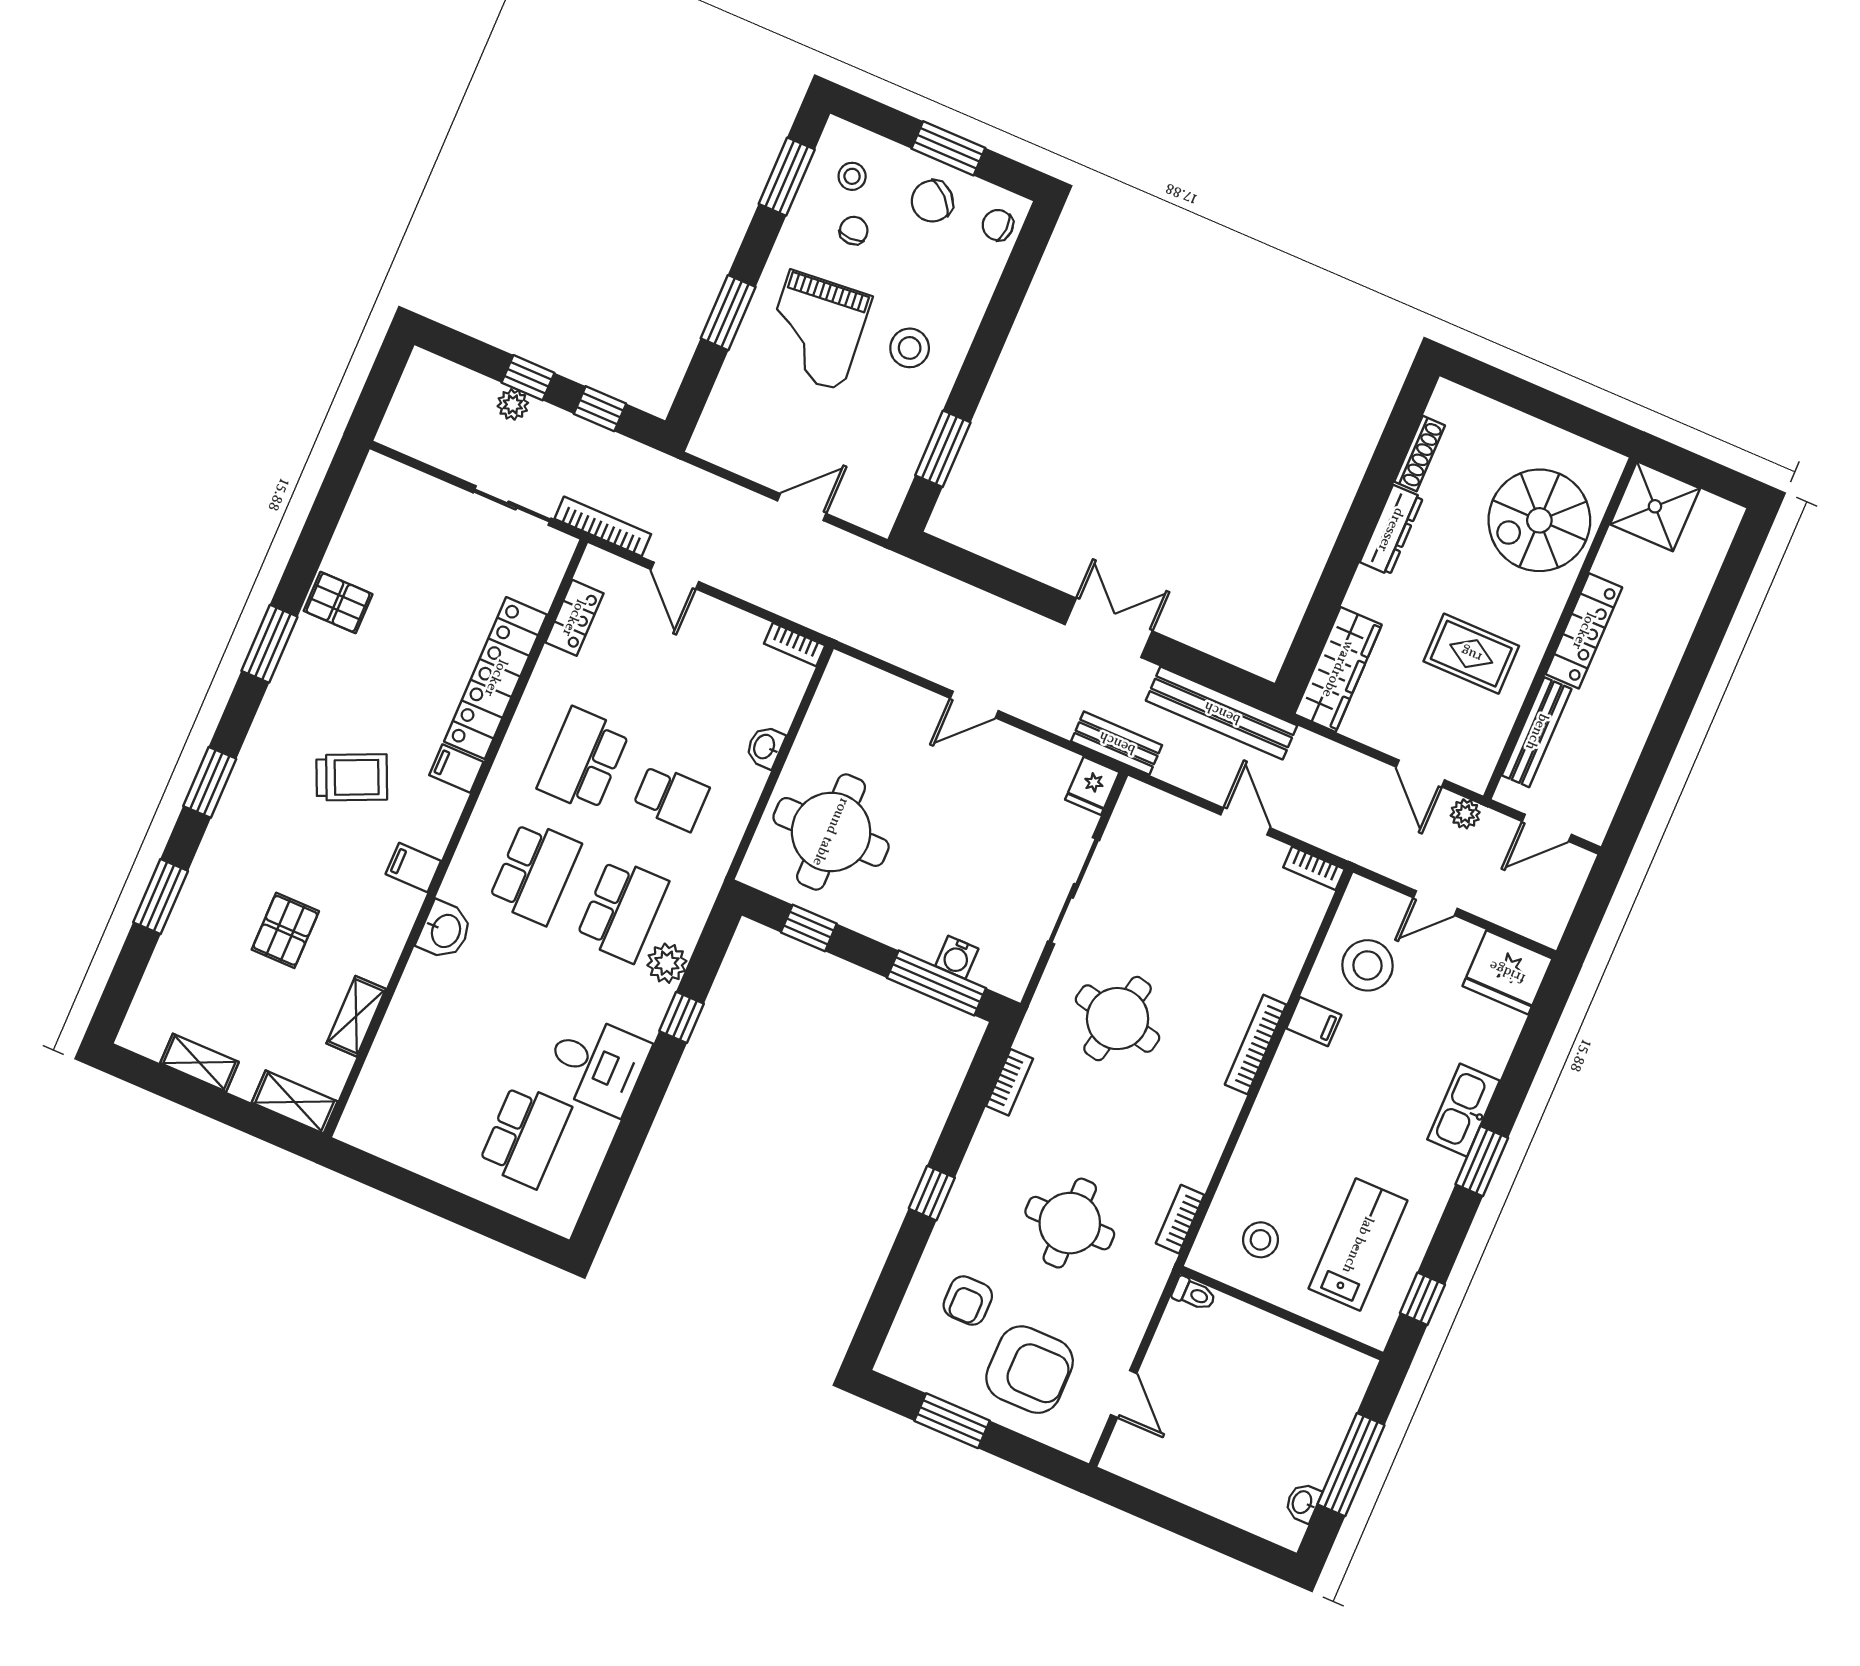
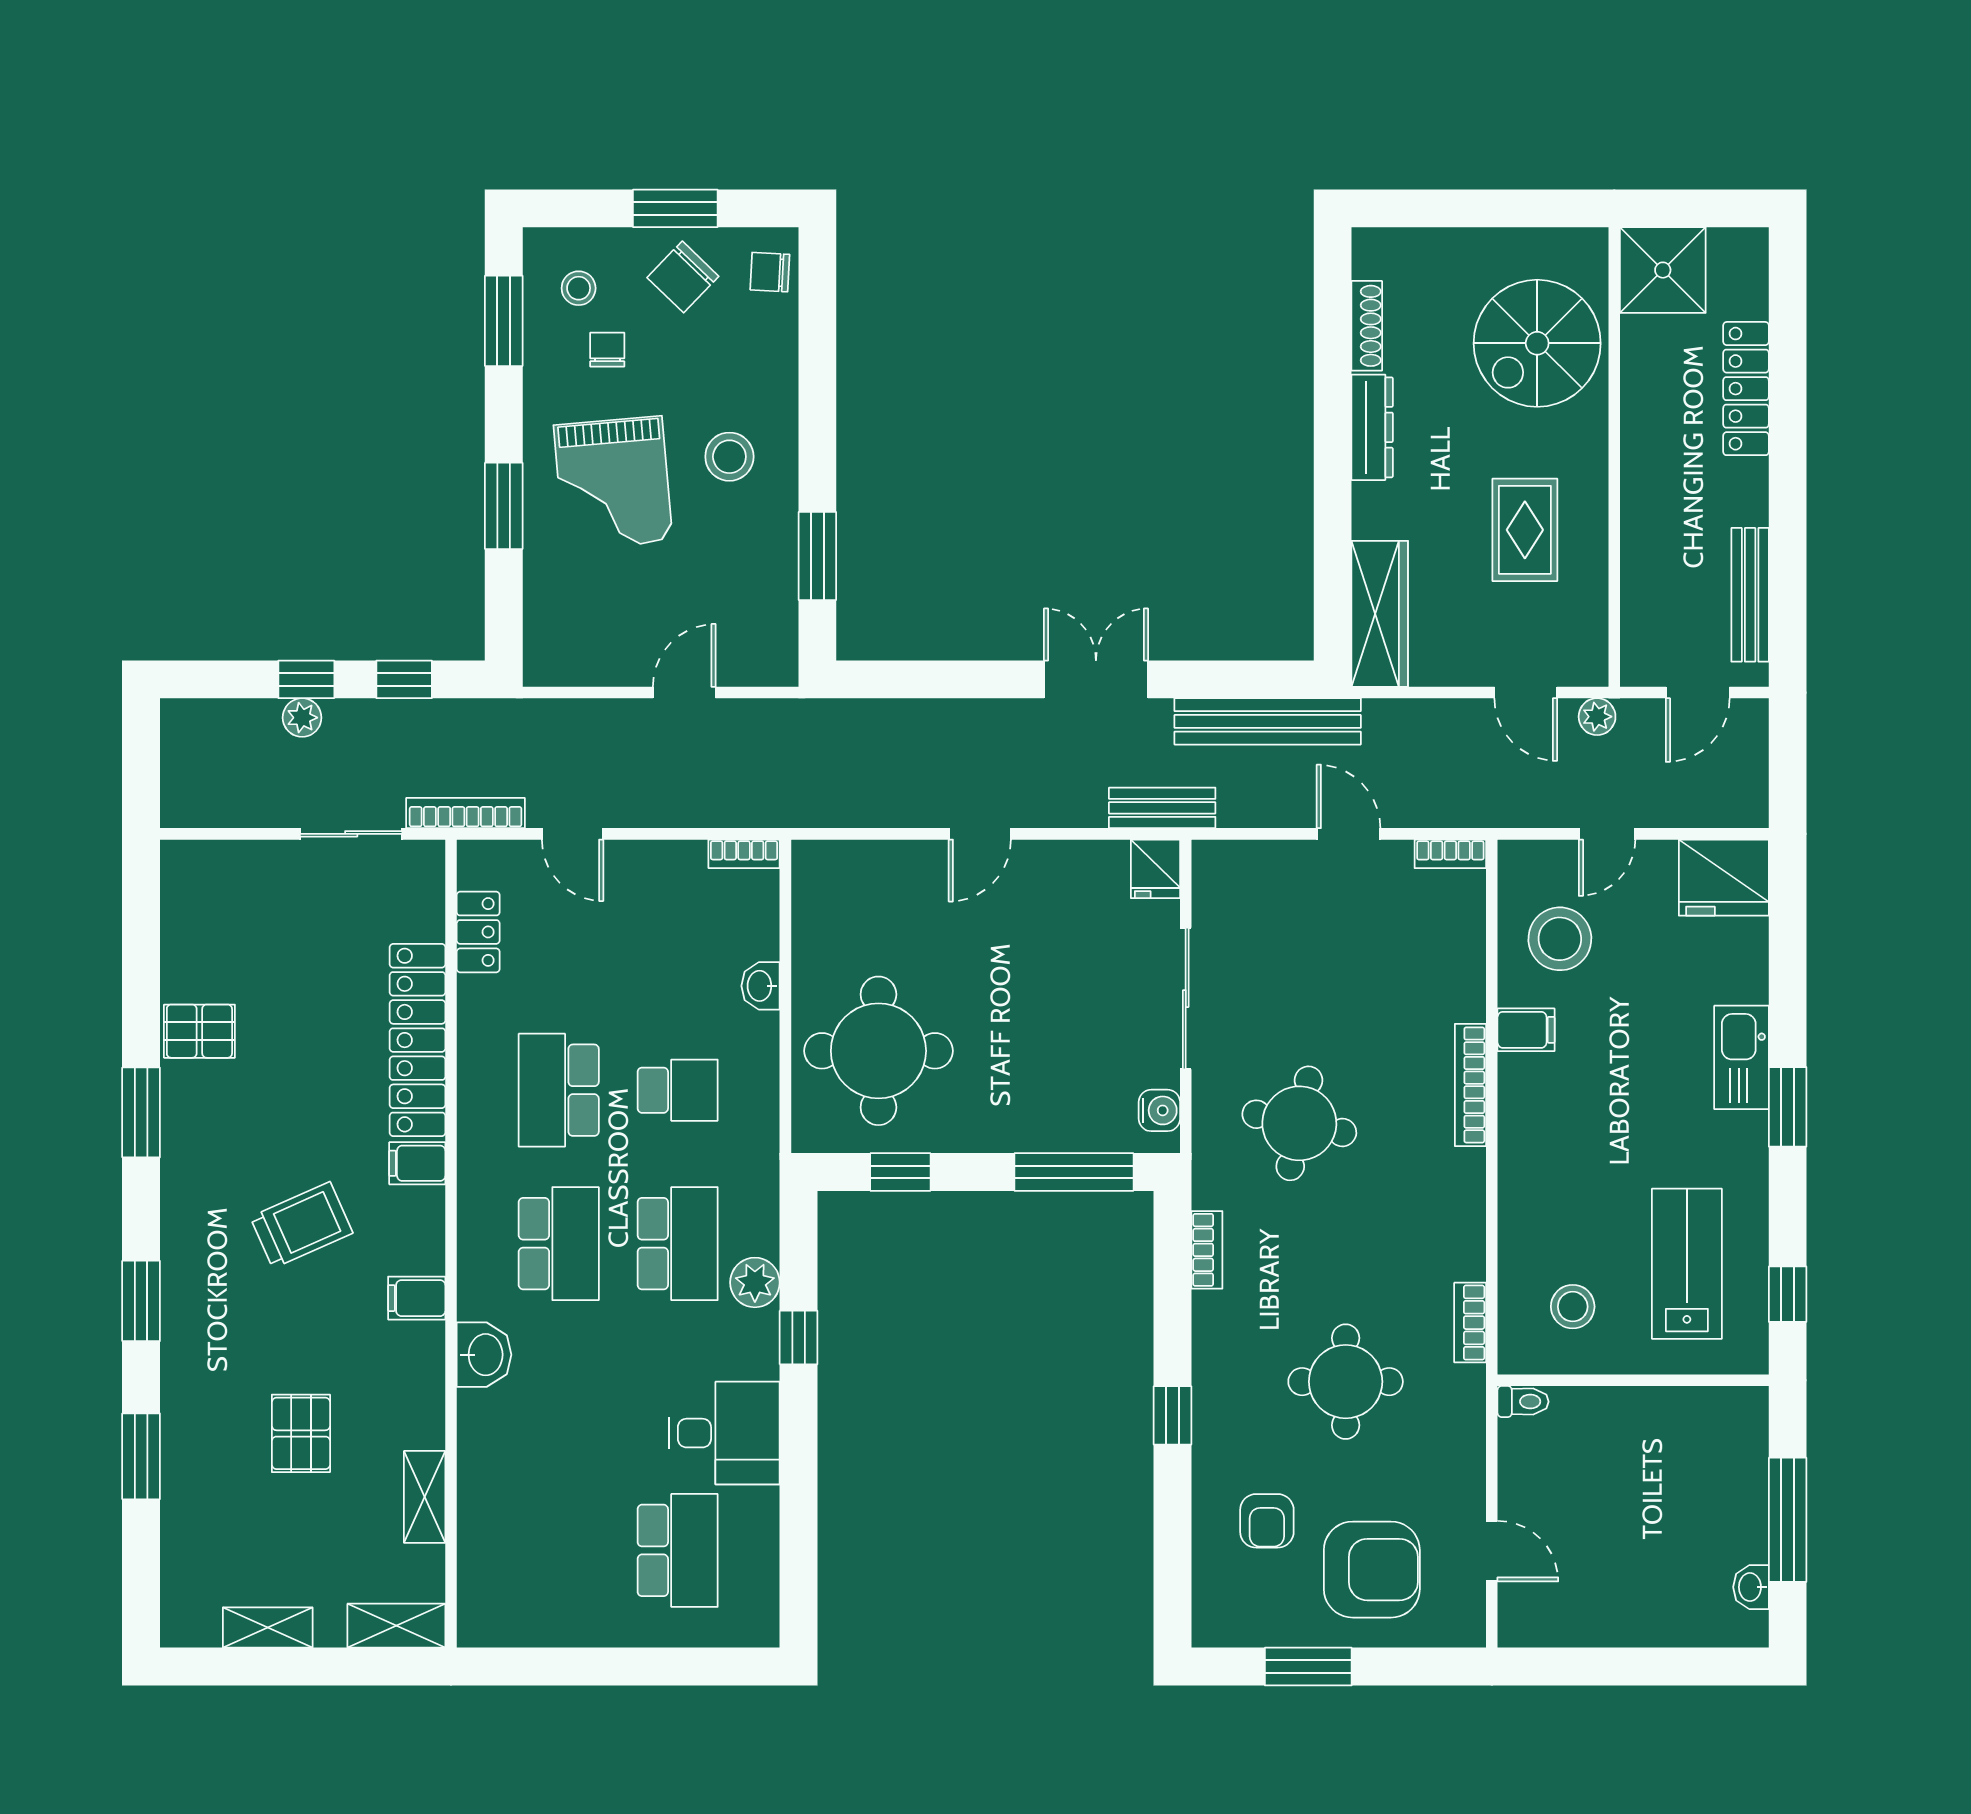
locker: (1584, 631) -> (1746, 389), moved, turned 180
rug: (1471, 654) -> (1525, 530), turned 90
bench: (1537, 732) -> (1750, 595), moved
water cooler: (957, 957) -> (1159, 1110), moved, turned -90

